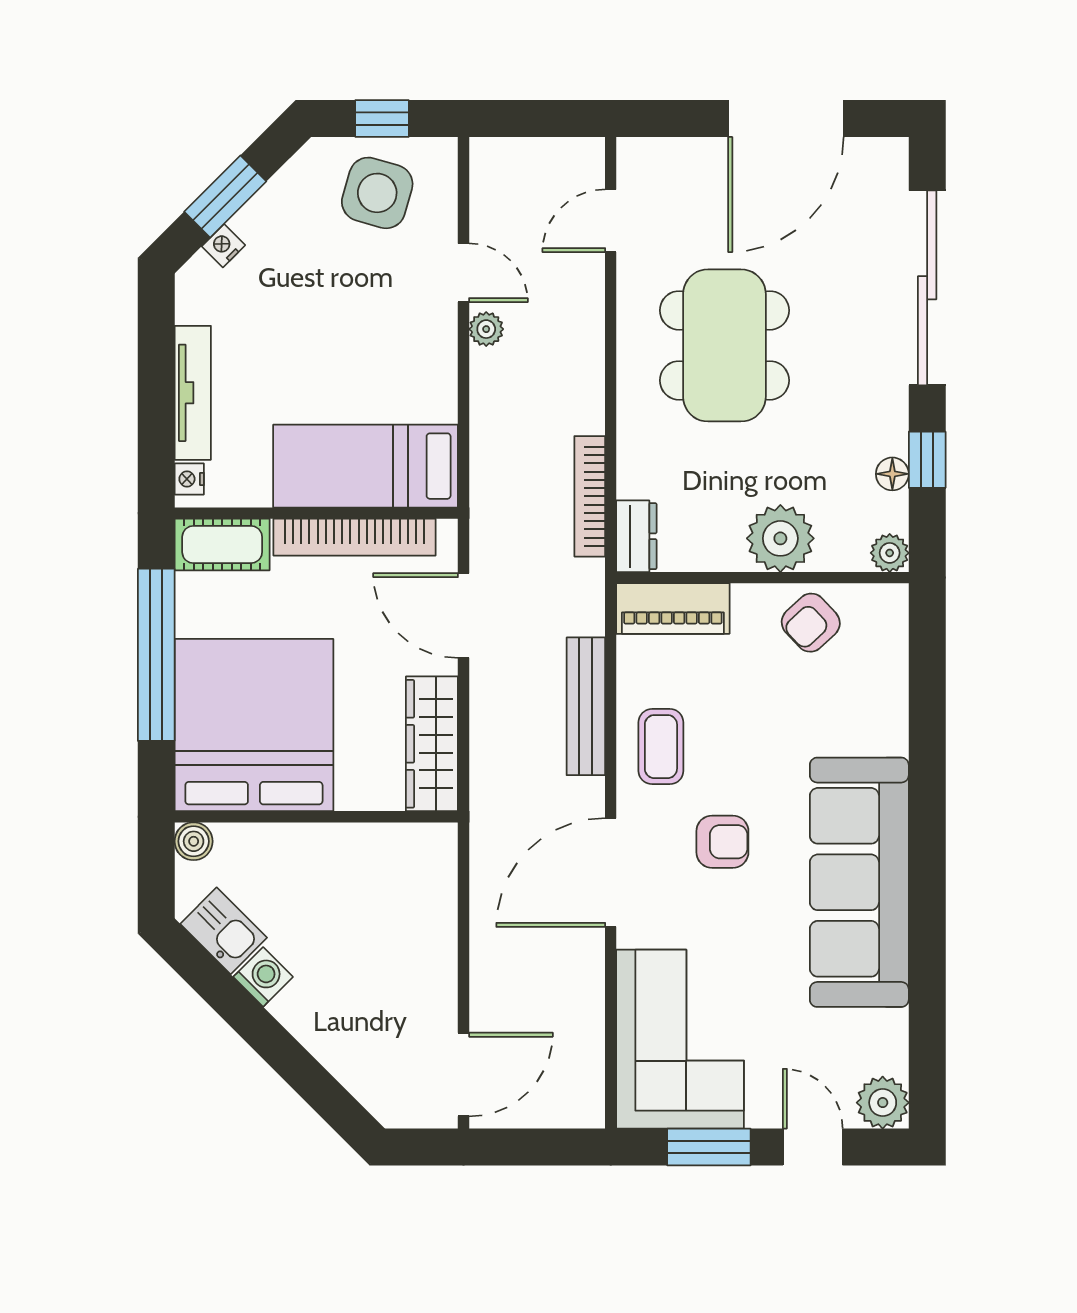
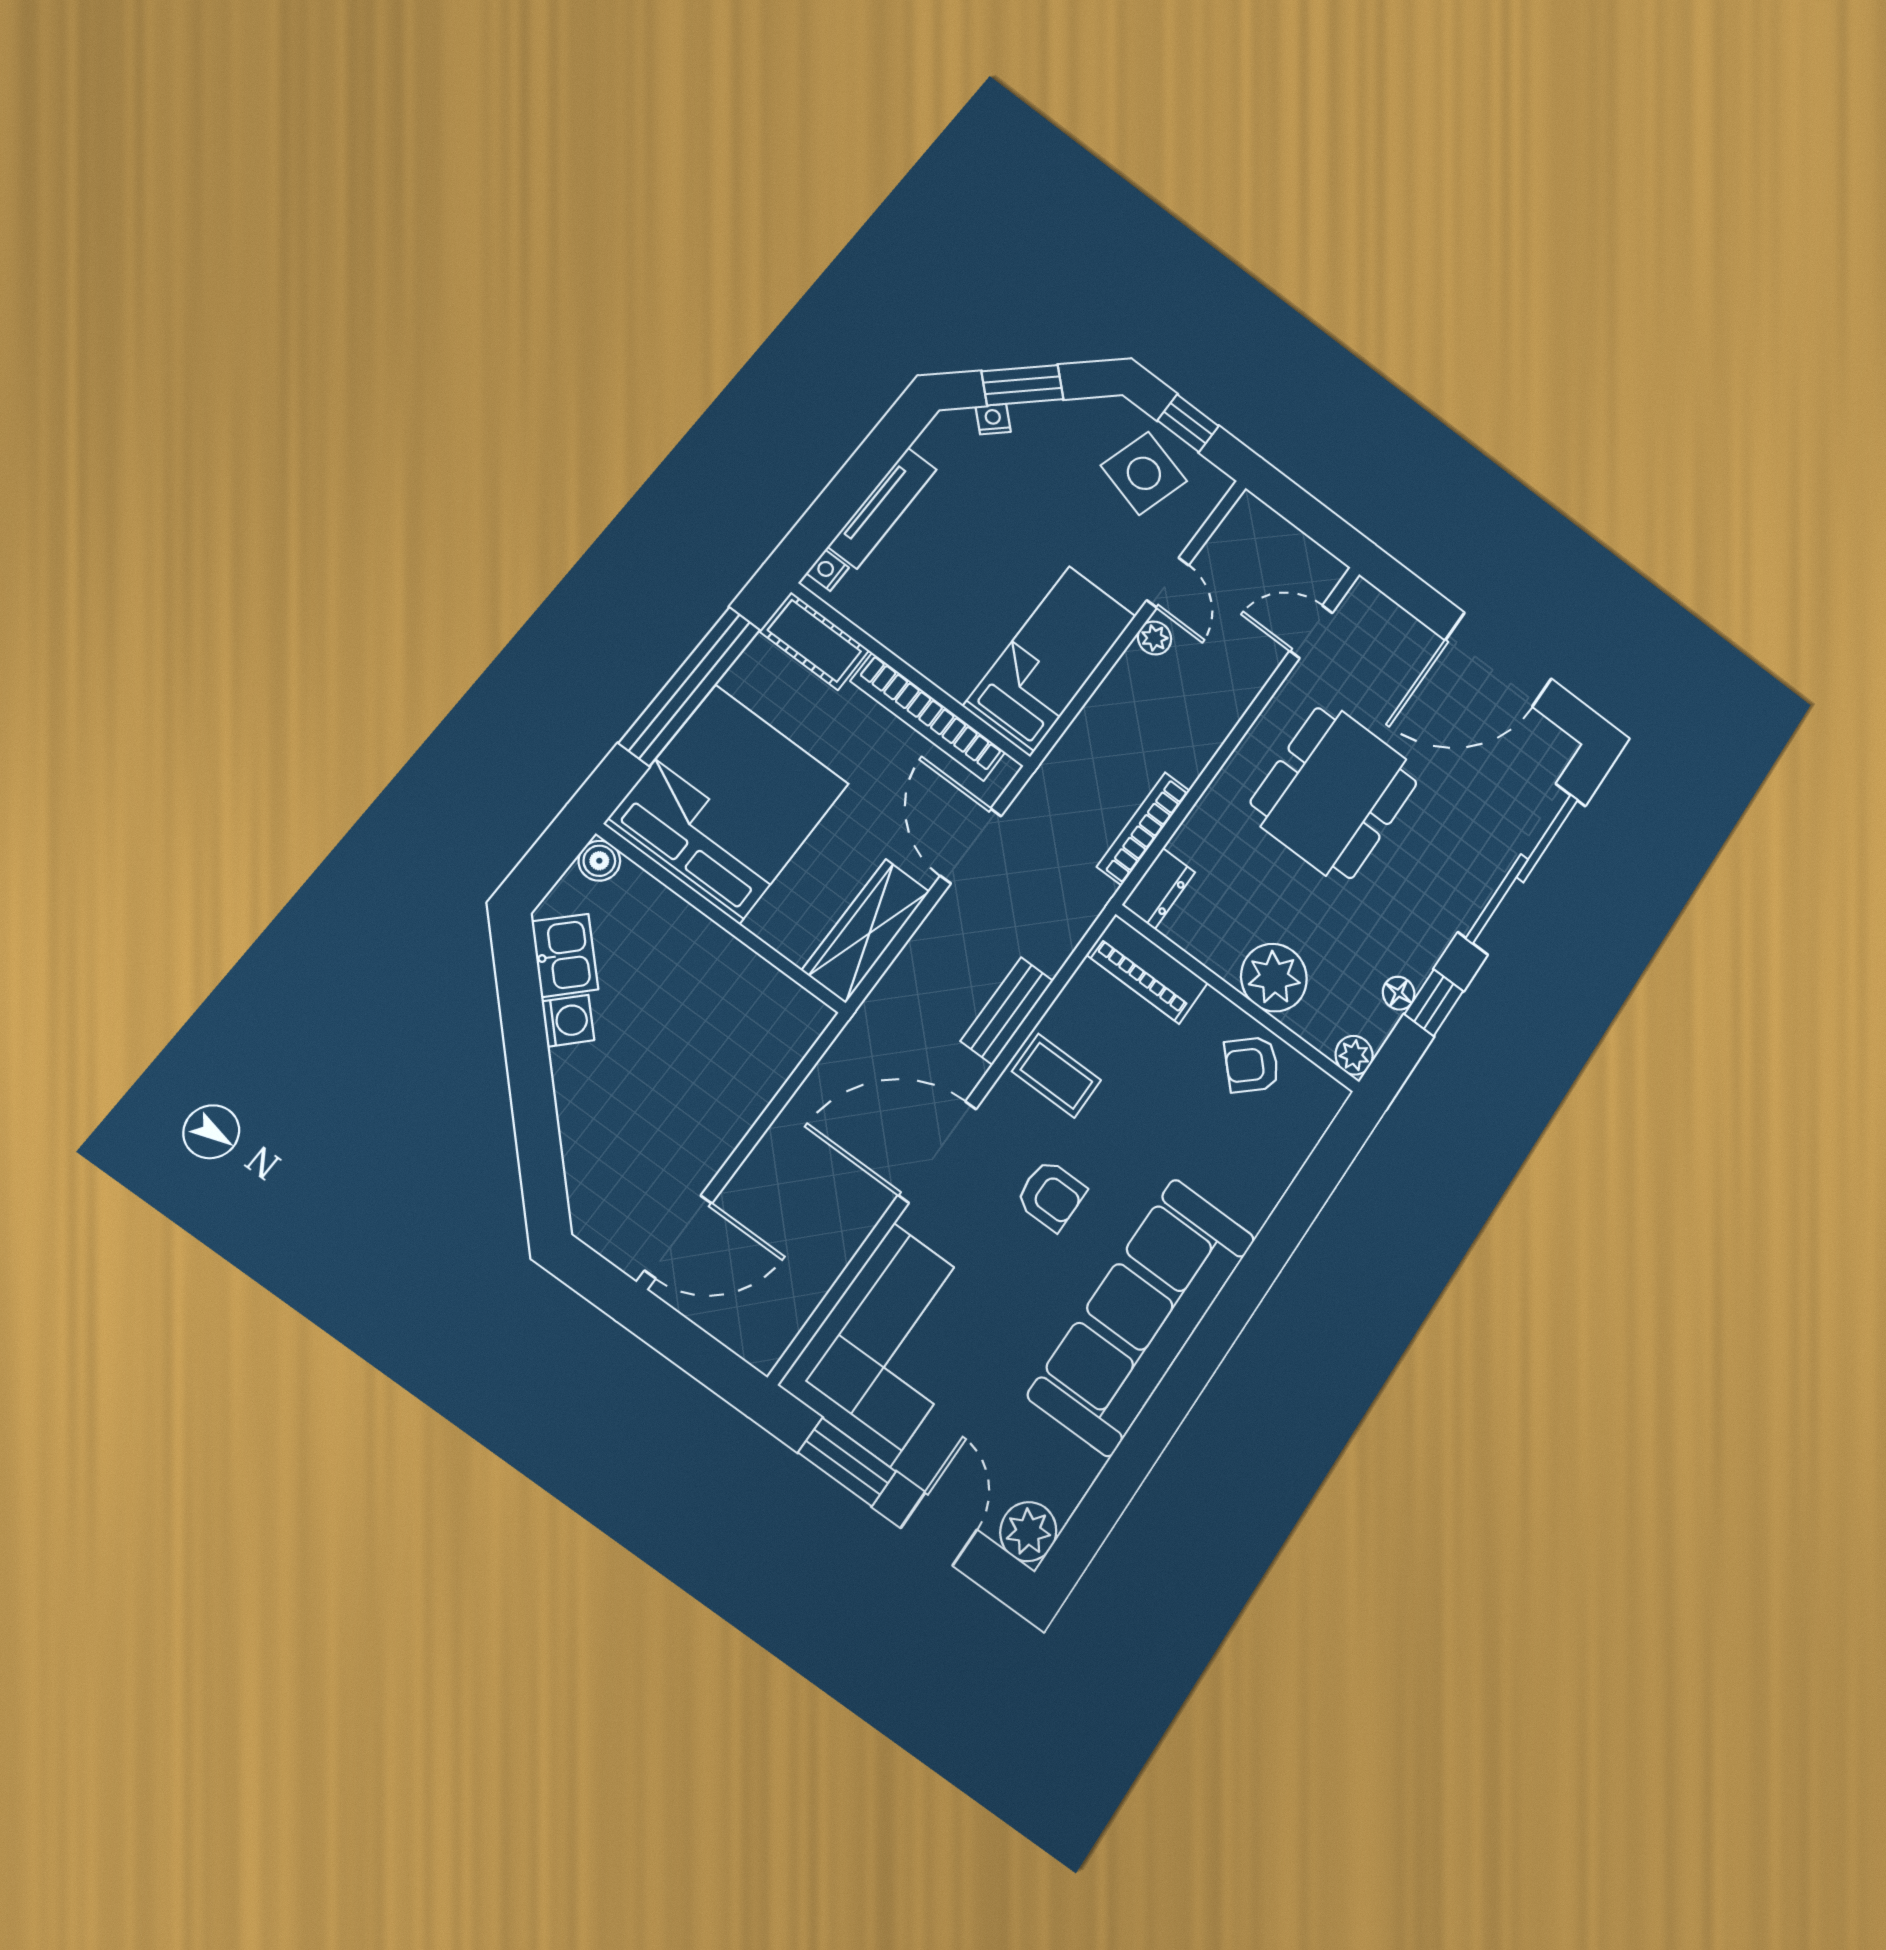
bed: (366, 466) -> (1050, 661), moved, turned 90
bench: (586, 706) -> (1007, 1011), width x0.73
coffee table: (661, 747) -> (1056, 1076), turned 90

